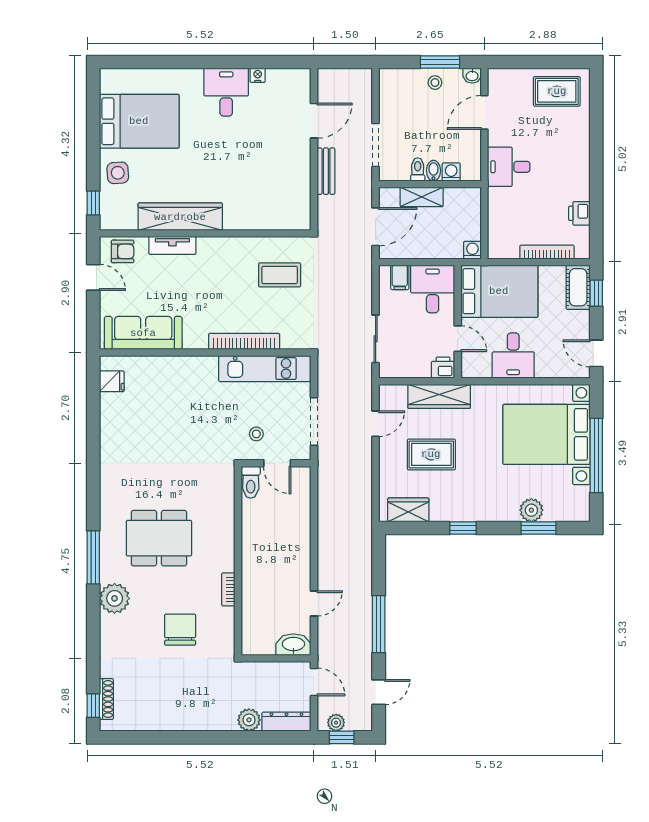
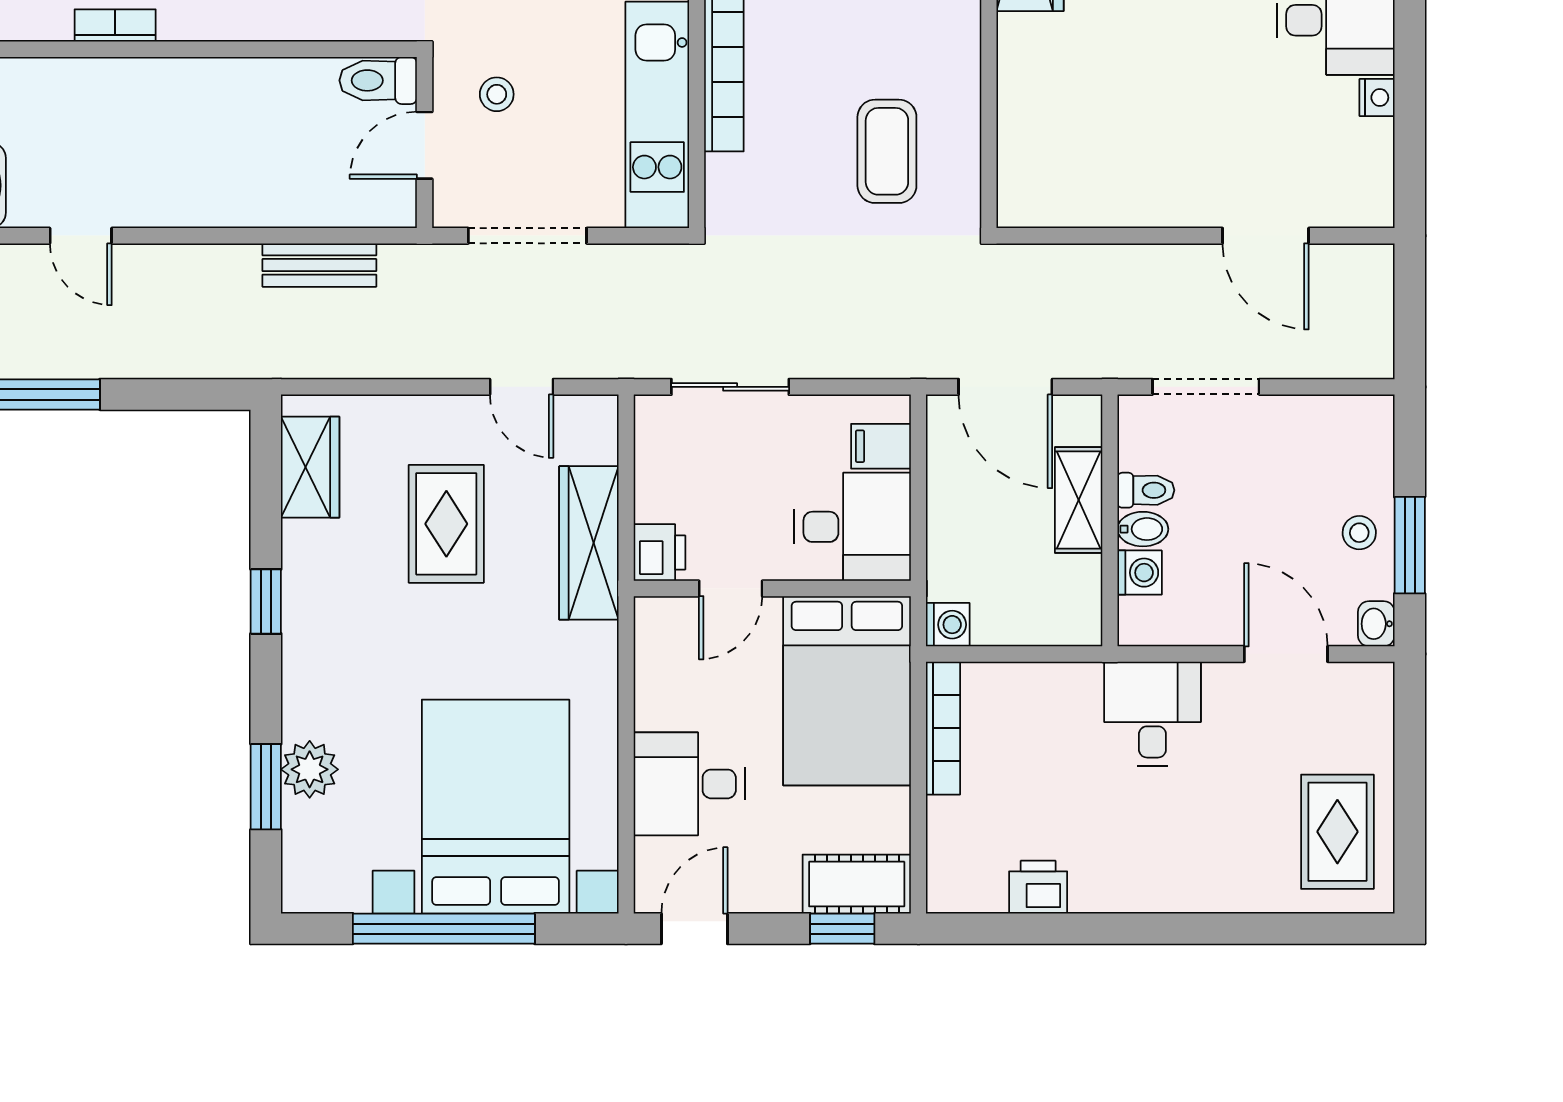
bench: (326, 171) -> (319, 265), moved
bookcase: (547, 252) -> (943, 728), moved
desk: (513, 355) -> (689, 784), moved

